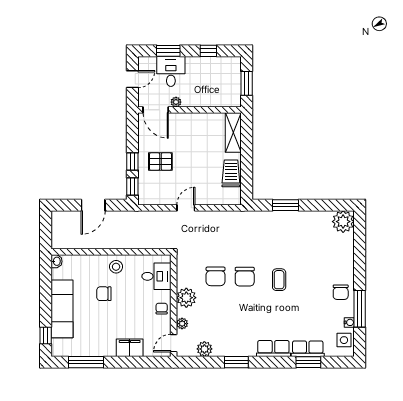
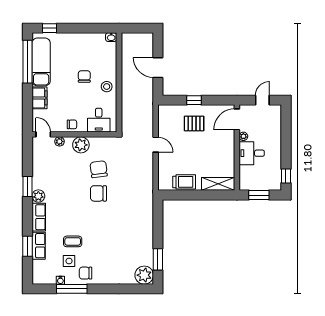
window: (168, 51) -> (286, 130), removed
window: (208, 51) -> (286, 176), moved
desk: (171, 71) -> (252, 153), moved, turned 180
door: (132, 79) -> (262, 100), swing flipped
pallet: (160, 162) -> (194, 123), turned 90
window: (132, 187) -> (173, 100), removed
window: (286, 205) -> (158, 259), moved
chair: (216, 276) -> (99, 169), turned 83
coffee table: (279, 280) -> (73, 241), moved
exam couch: (62, 309) -> (41, 62), moved, turned -90
side table: (344, 340) -> (69, 261), moved
plant: (204, 349) -> (38, 196), moved
window: (86, 362) -> (28, 62), width x1.46

